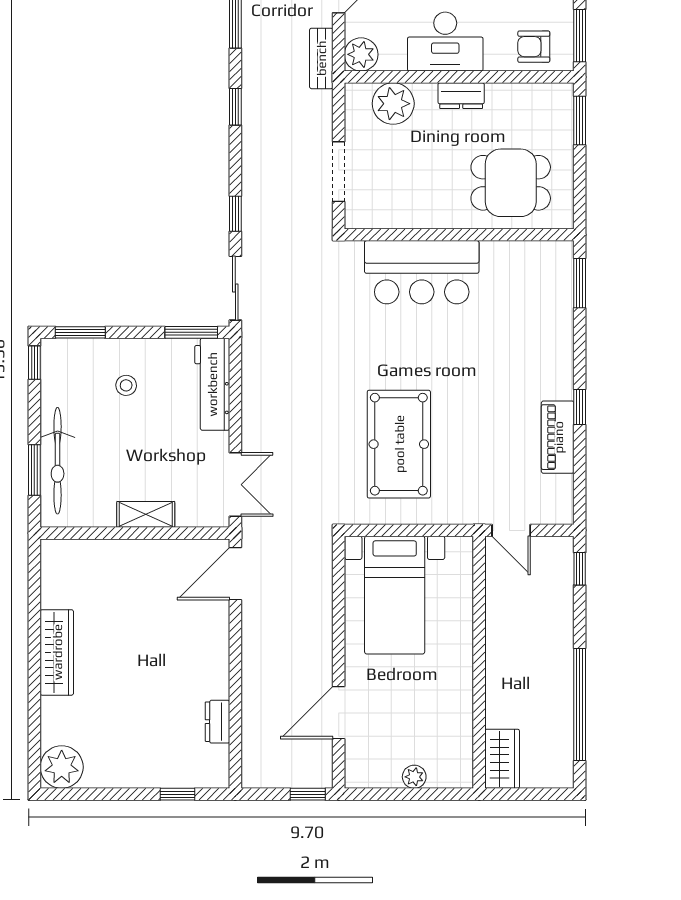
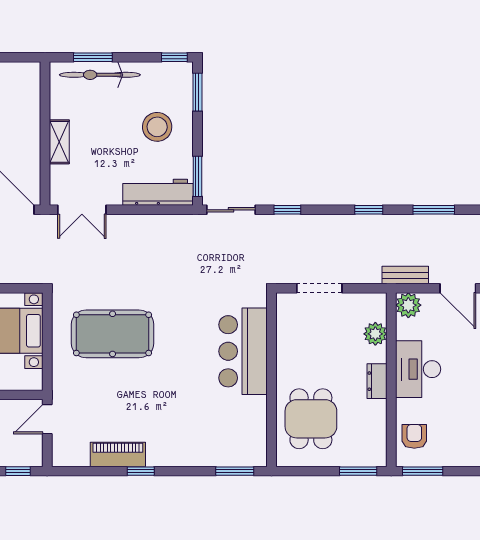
plant: (393, 104) -> (375, 334), width x0.73, depth x0.73
stool: (126, 385) -> (157, 127), width x1.89, depth x1.89

